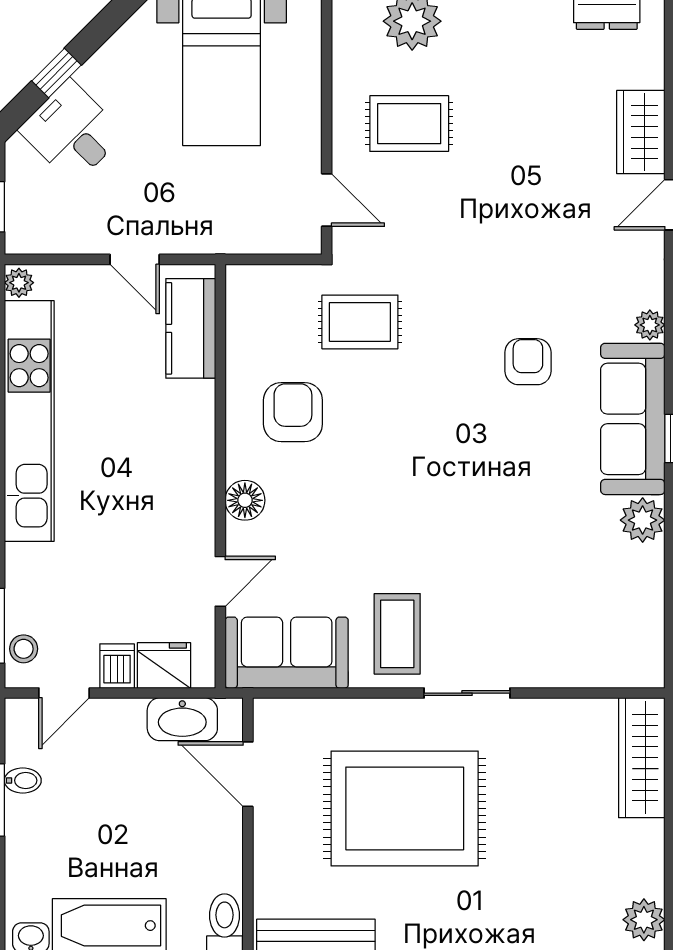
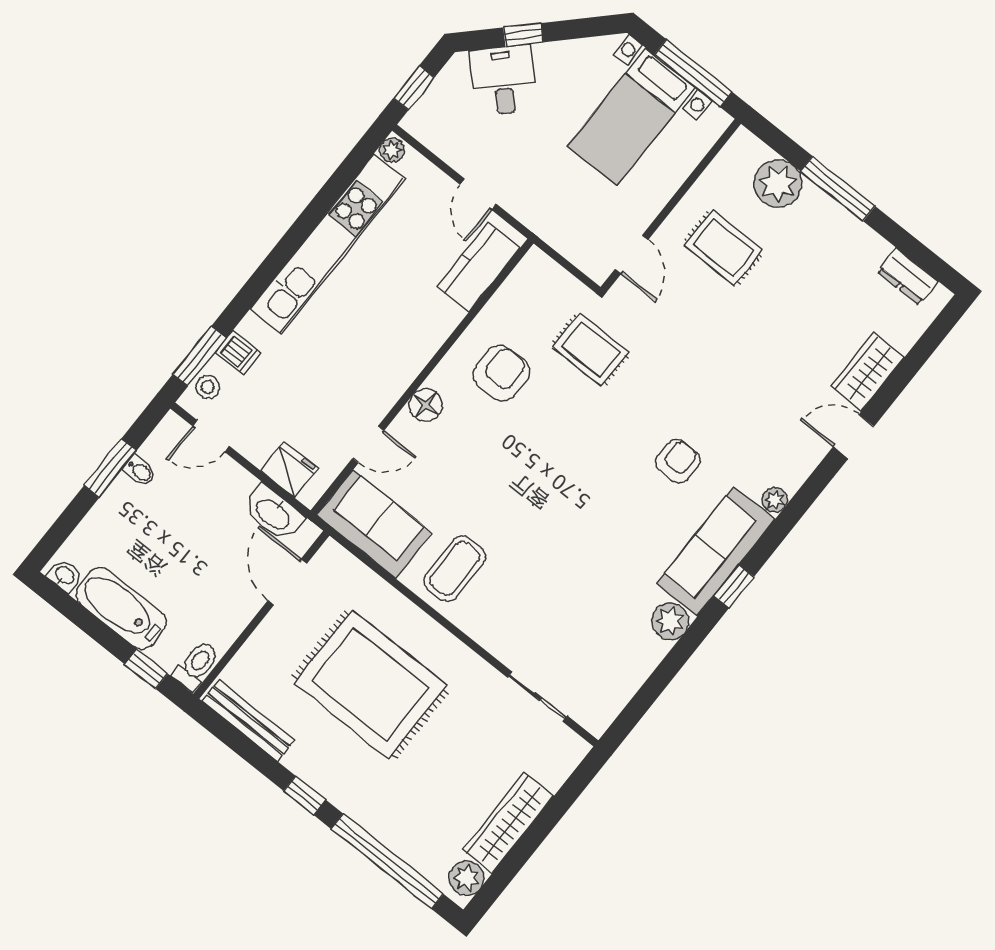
dishwasher: (117, 666) -> (238, 353), moved, turned 90
sliding door: (467, 693) -> (537, 697), moved
wardrobe: (642, 758) -> (508, 823), moved

